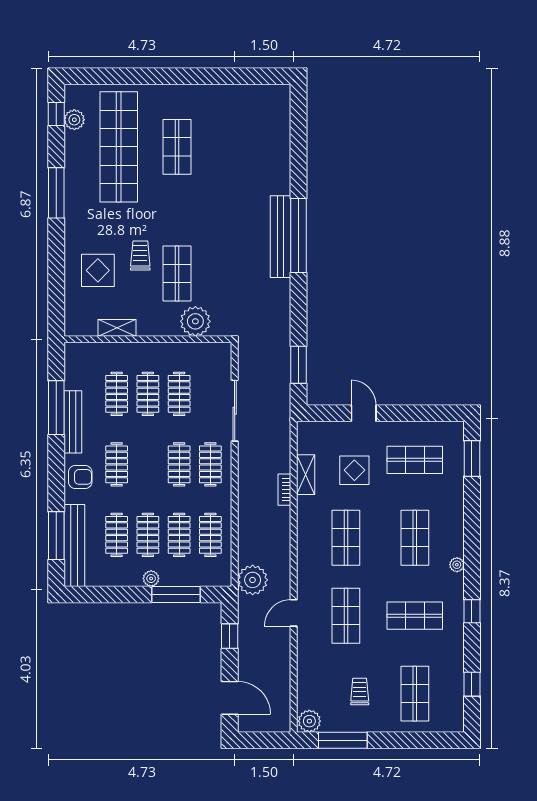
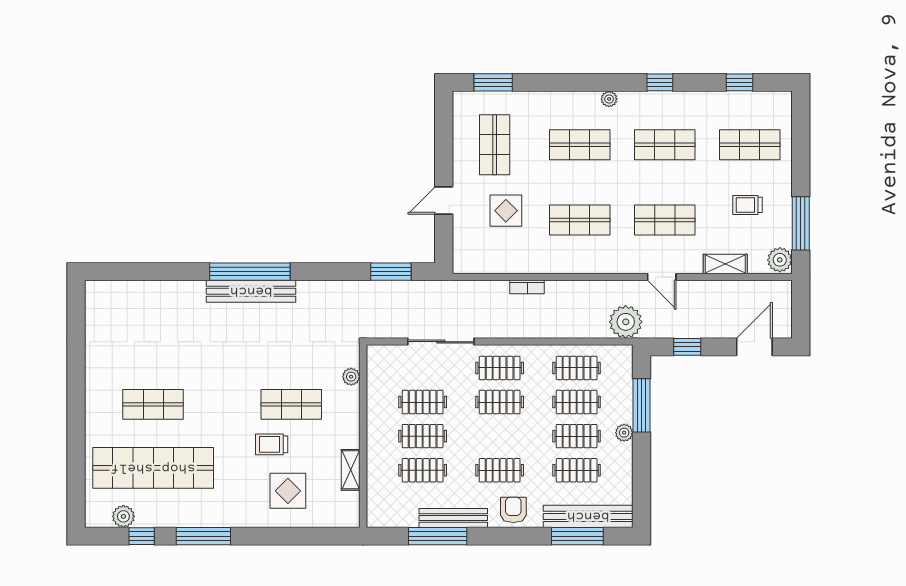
window: (56, 114) -> (142, 536), moved
plant: (195, 321) -> (351, 377), width x0.53, depth x0.53
shelving: (306, 475) -> (725, 264), moved
shop shelf: (415, 616) -> (665, 145), turned 90

